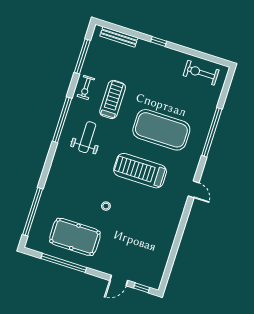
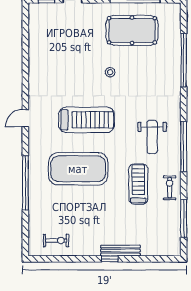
bench: (119, 37) -> (120, 251), moved
exercise bike: (201, 73) -> (56, 241), width x0.73, depth x0.72
treadmill: (113, 99) -> (138, 184), turned 180
door: (194, 189) -> (25, 118), hinge flipped
window: (33, 212) -> (184, 60), moved

